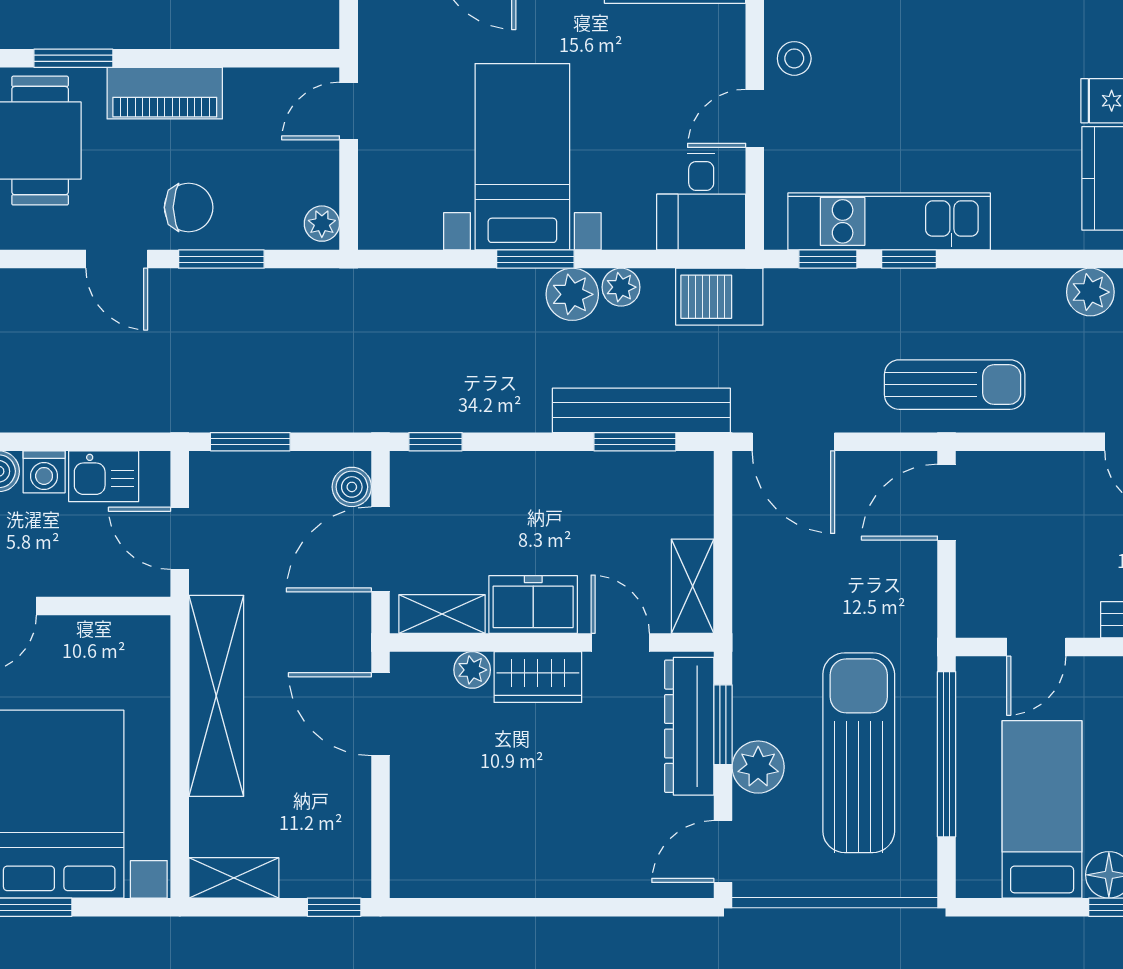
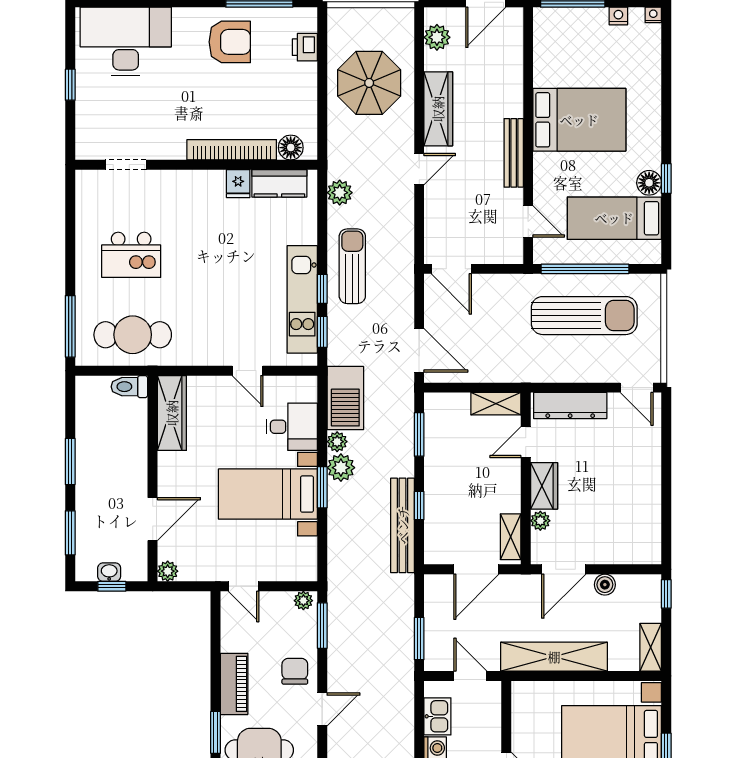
stool: (794, 58) -> (216, 350), removed
desk: (701, 202) -> (292, 427), moved
window: (221, 259) -> (322, 626), moved
barbecue: (719, 297) -> (345, 398), width x1.37, depth x1.21
sun lounger: (955, 385) -> (352, 266), moved
bench: (641, 410) -> (403, 525), moved
window: (436, 442) -> (419, 506), moved
door: (793, 442) -> (419, 350), hinge flipped
boiler: (352, 487) -> (605, 585), moved
door: (180, 538) -> (470, 676), swing flipped
door: (381, 549) -> (476, 569), hinge flipped
freezer: (533, 605) -> (506, 488), removed
window: (723, 725) -> (569, 388), removed
sun lounger: (859, 753) -> (584, 316), turned 180
plant: (758, 767) -> (592, 369), removed

